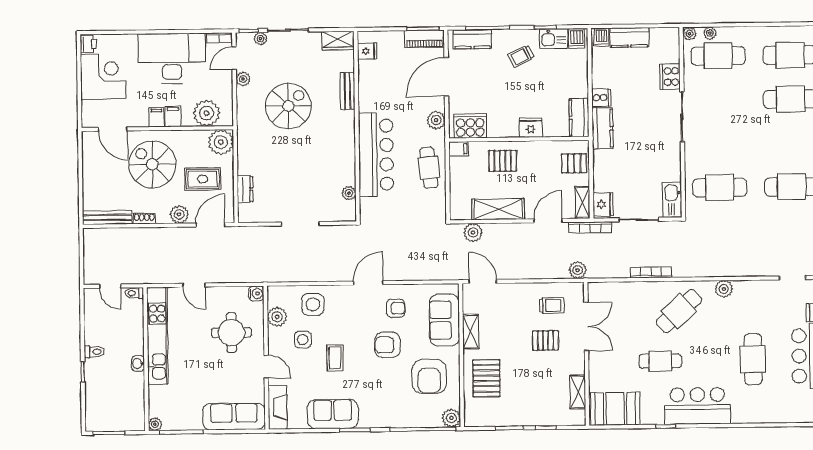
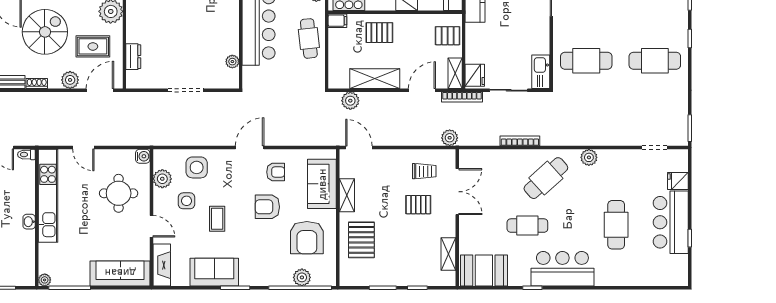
spiral stairs: (152, 164) -> (45, 32), turned 90
plant: (451, 418) -> (302, 277), moved

